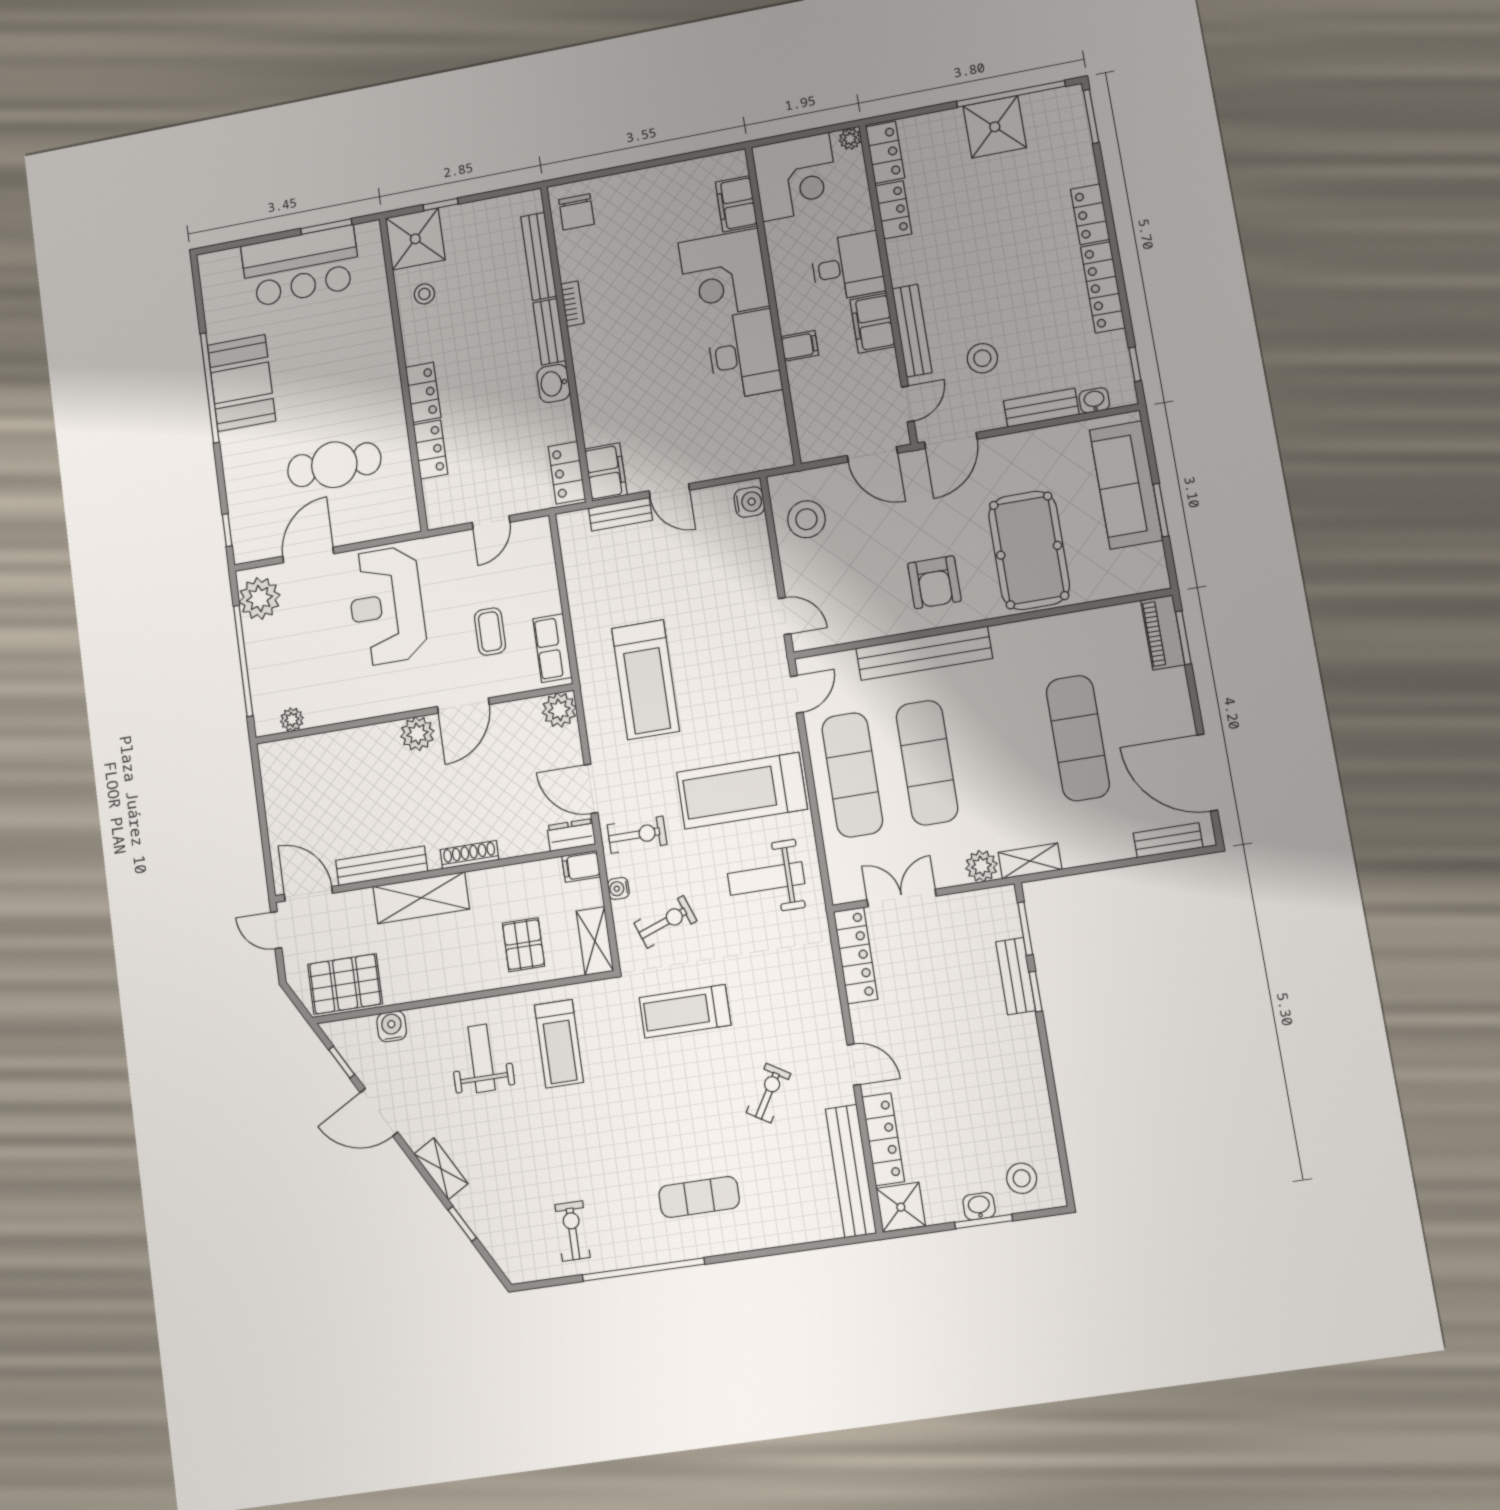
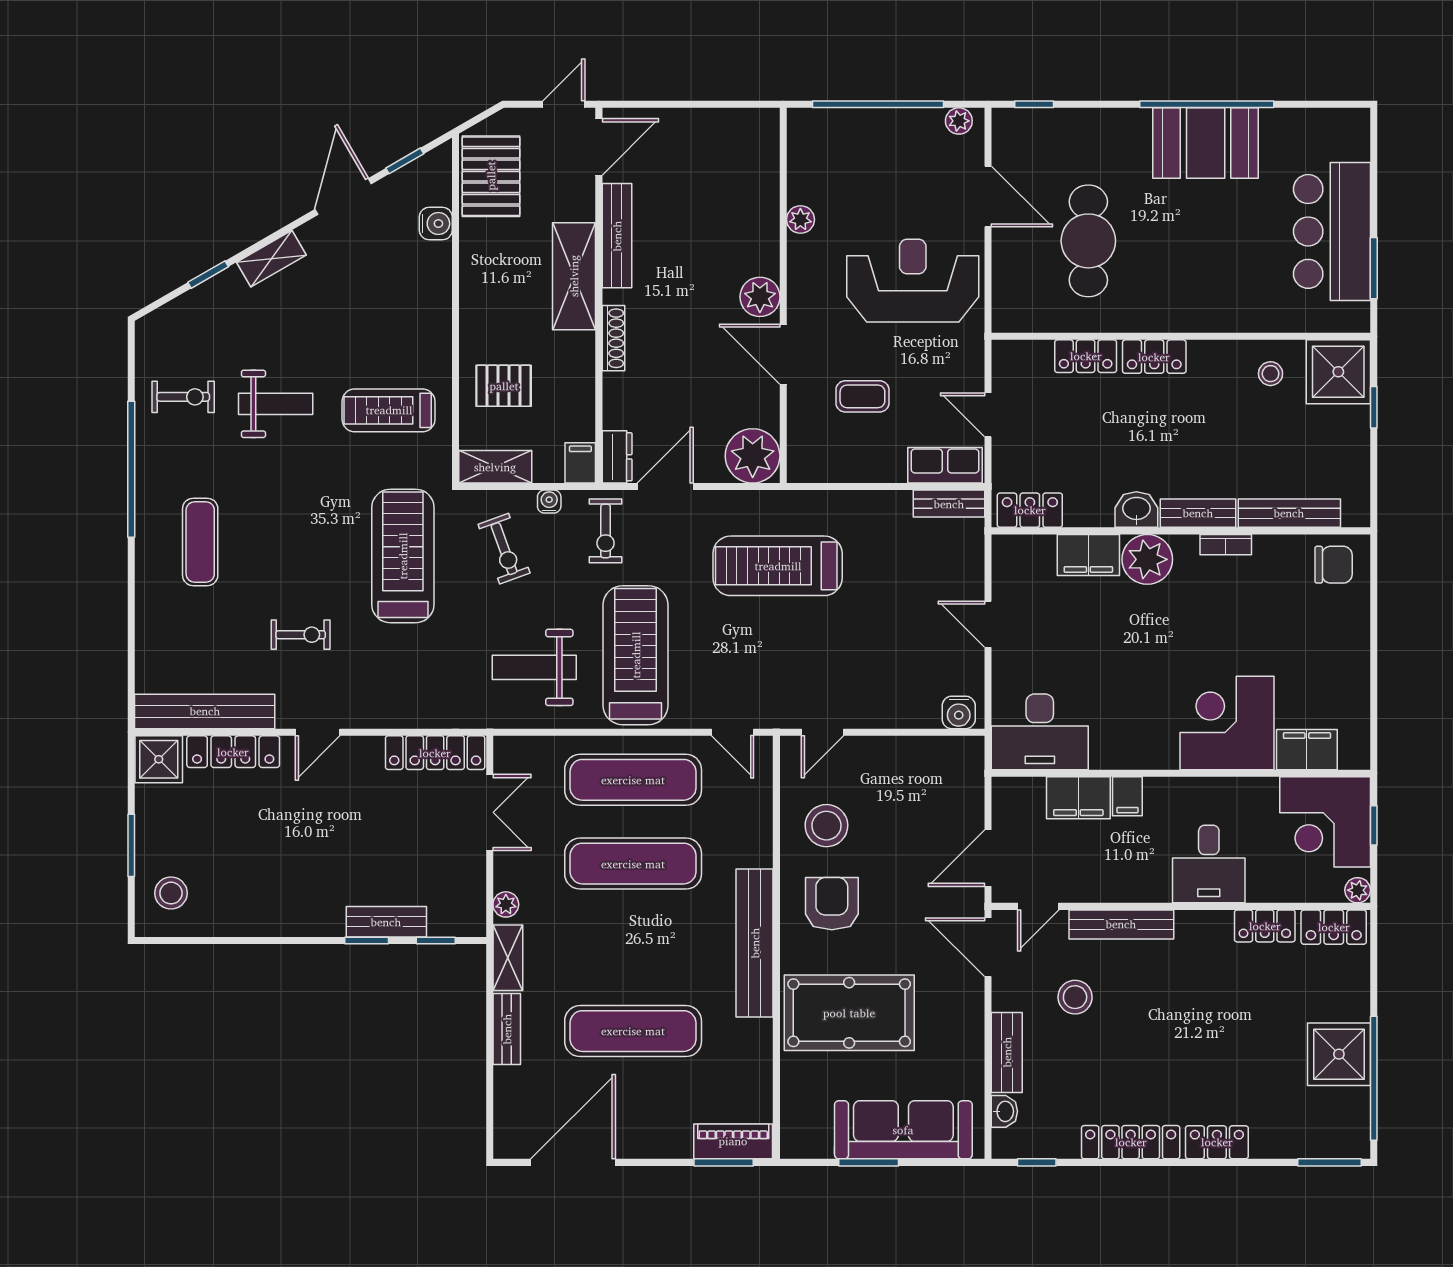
window: (792, 136) -> (1374, 825), added
chair: (576, 212) -> (1334, 565), turned 180
filing cabinet: (872, 323) -> (1078, 798), moved, turned 180
desk: (744, 355) -> (1040, 732), moved
plant: (594, 367) -> (1147, 559), added
door: (908, 404) -> (1038, 906), hinge flipped
filing cabinet: (606, 472) -> (1088, 555), moved
door: (669, 491) -> (988, 624), hinge flipped
bench: (620, 514) -> (949, 504), moved, turned 90
stool: (806, 519) -> (826, 826), moved
armchair: (934, 582) -> (832, 904), turned 90
plant: (259, 599) -> (959, 121), width x0.53, depth x0.53
row of seats: (552, 648) -> (945, 465), moved
bench: (924, 653) -> (755, 943), moved
plant: (559, 710) -> (753, 456), width x1.36, depth x1.36
plant: (292, 720) -> (800, 220), moved
bench: (1168, 840) -> (507, 1029), moved
plant: (981, 866) -> (506, 904), width x0.73, depth x0.73
weight bench: (766, 879) -> (534, 667), turned -90
window: (1025, 929) -> (436, 940), width x0.67
treadmill: (685, 1011) -> (403, 556), width x1.37, depth x1.38
weight bench: (481, 1058) -> (276, 404), moved
exercise bike: (768, 1093) -> (301, 635), turned -31
washbasin: (979, 1206) -> (148, 843), removed

